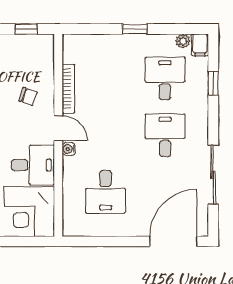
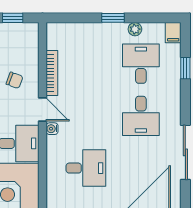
plant: (183, 41) -> (135, 29), moved
desk: (165, 135) -> (141, 116), turned 180
desk: (106, 192) -> (86, 168), turned -90

